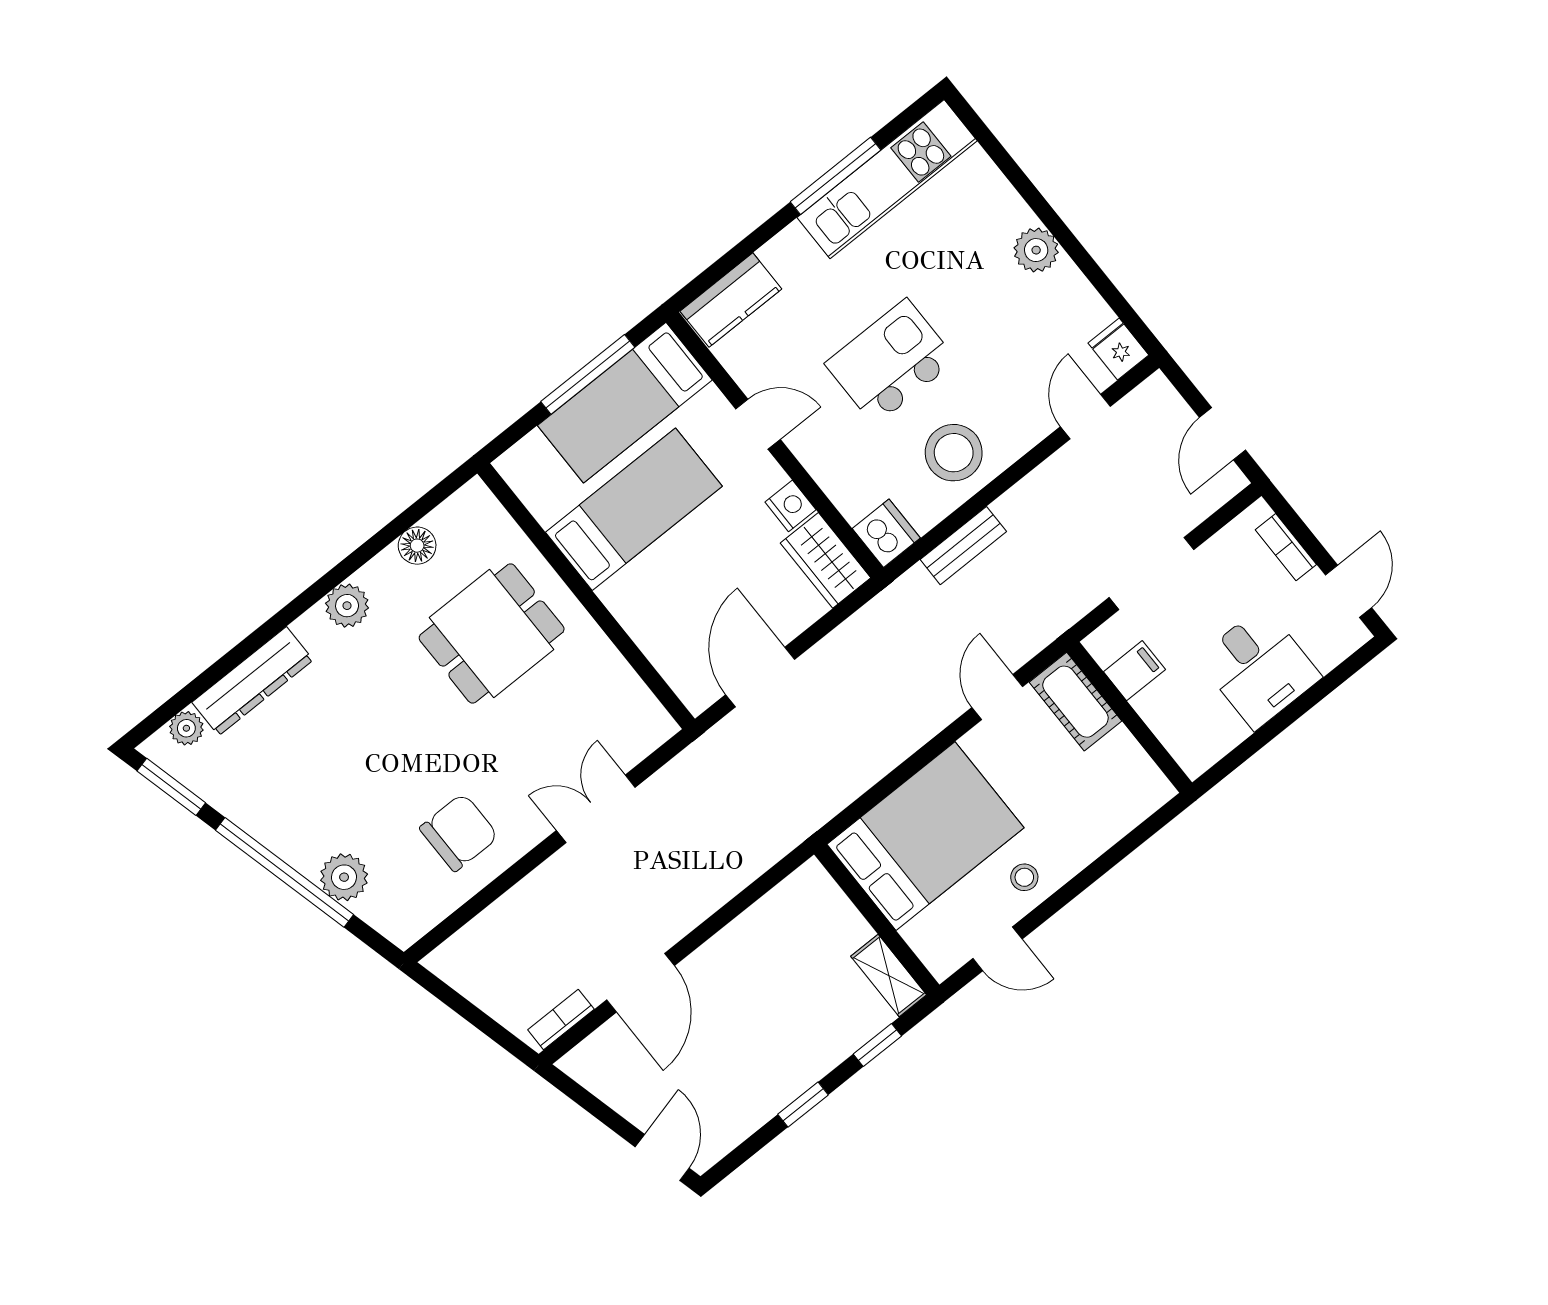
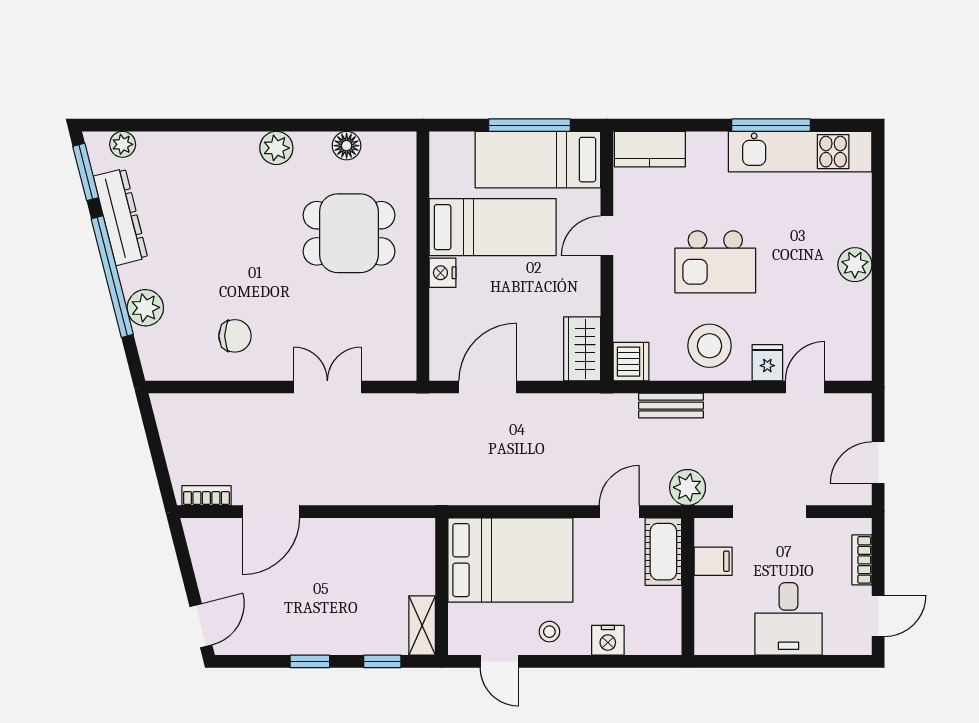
fridge: (1118, 349) -> (767, 363), moved
kitchen island: (891, 362) -> (715, 262), turned 180
door: (758, 424) -> (607, 236), swing flipped
nightstand: (791, 506) -> (443, 273), moved, turned 180
plant: (1048, 616) -> (688, 487), added
dresser: (252, 681) -> (121, 217), moved, turned -104
chair: (459, 832) -> (235, 336), width x0.73, depth x0.73
nightstand: (1091, 838) -> (608, 640), added

